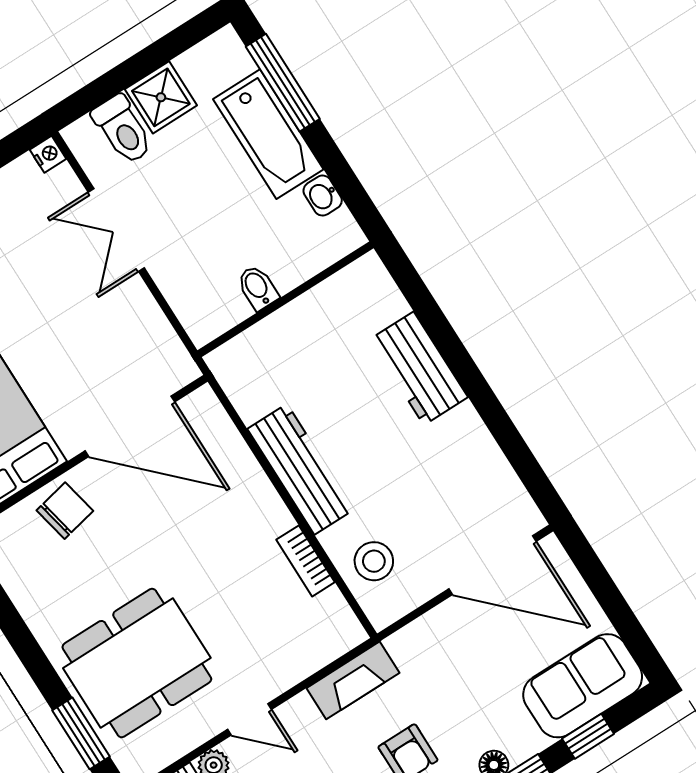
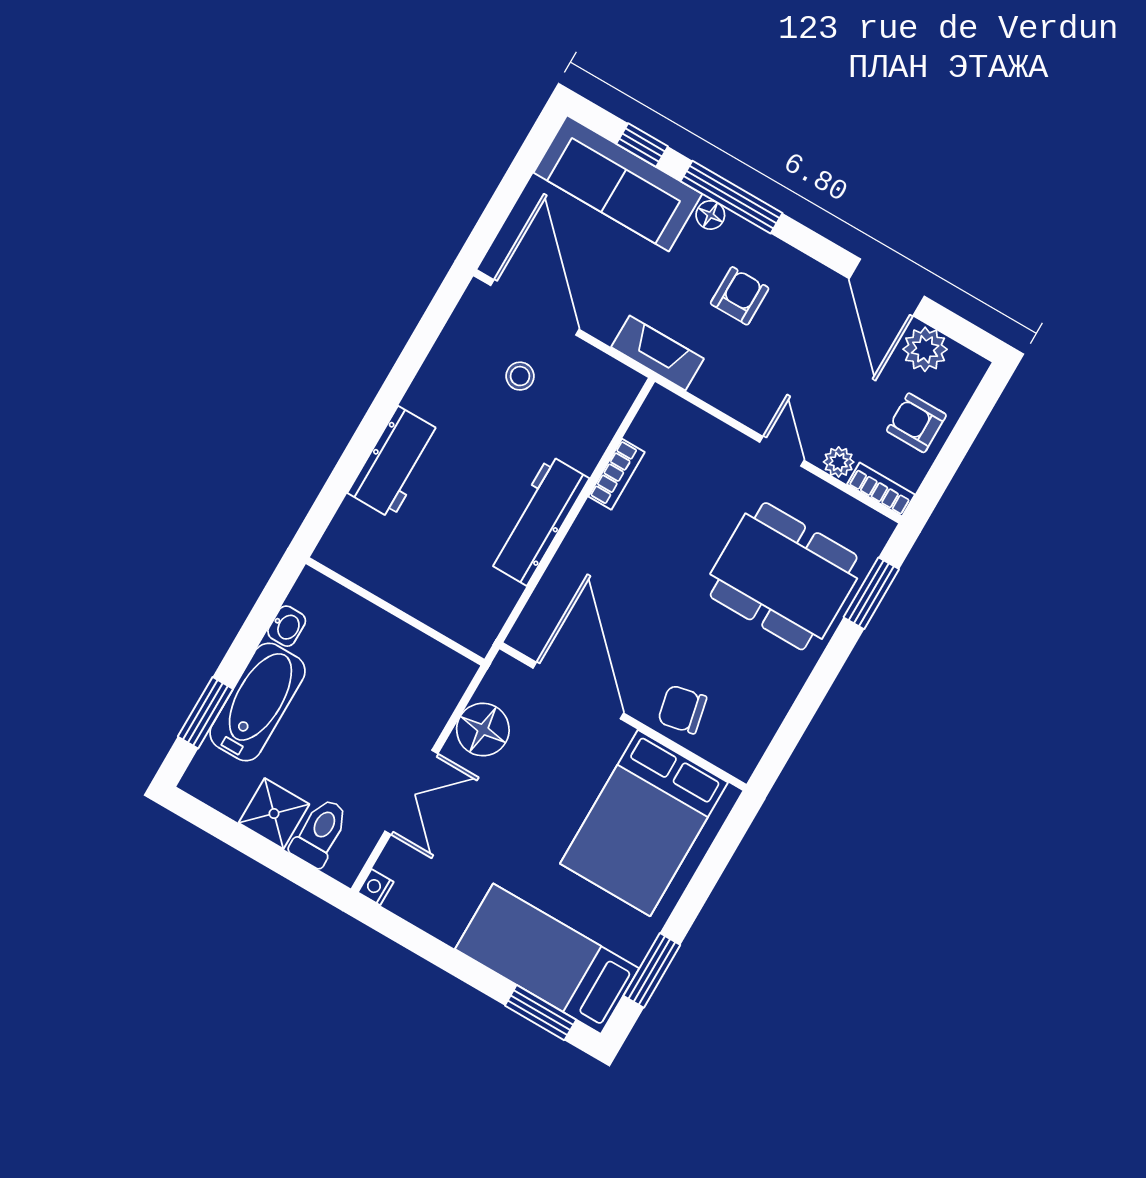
window: (283, 83) -> (205, 713), width x0.69
bidet: (258, 288) -> (398, 641), removed
floor lamp: (139, 323) -> (483, 730), added
stool: (374, 561) -> (520, 376), moved, width x0.73, depth x0.73
fireplace: (353, 680) -> (658, 353), moved
sofa: (583, 686) -> (618, 183), width x1.36

